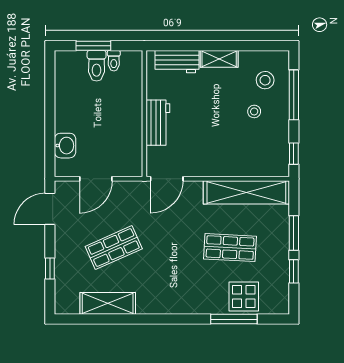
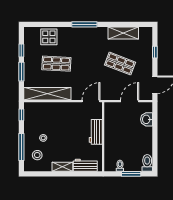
toilet: (97, 66) -> (147, 163), moved
shop shelf: (114, 248) -> (120, 64), turned 45
window: (234, 319) -> (84, 24), moved

